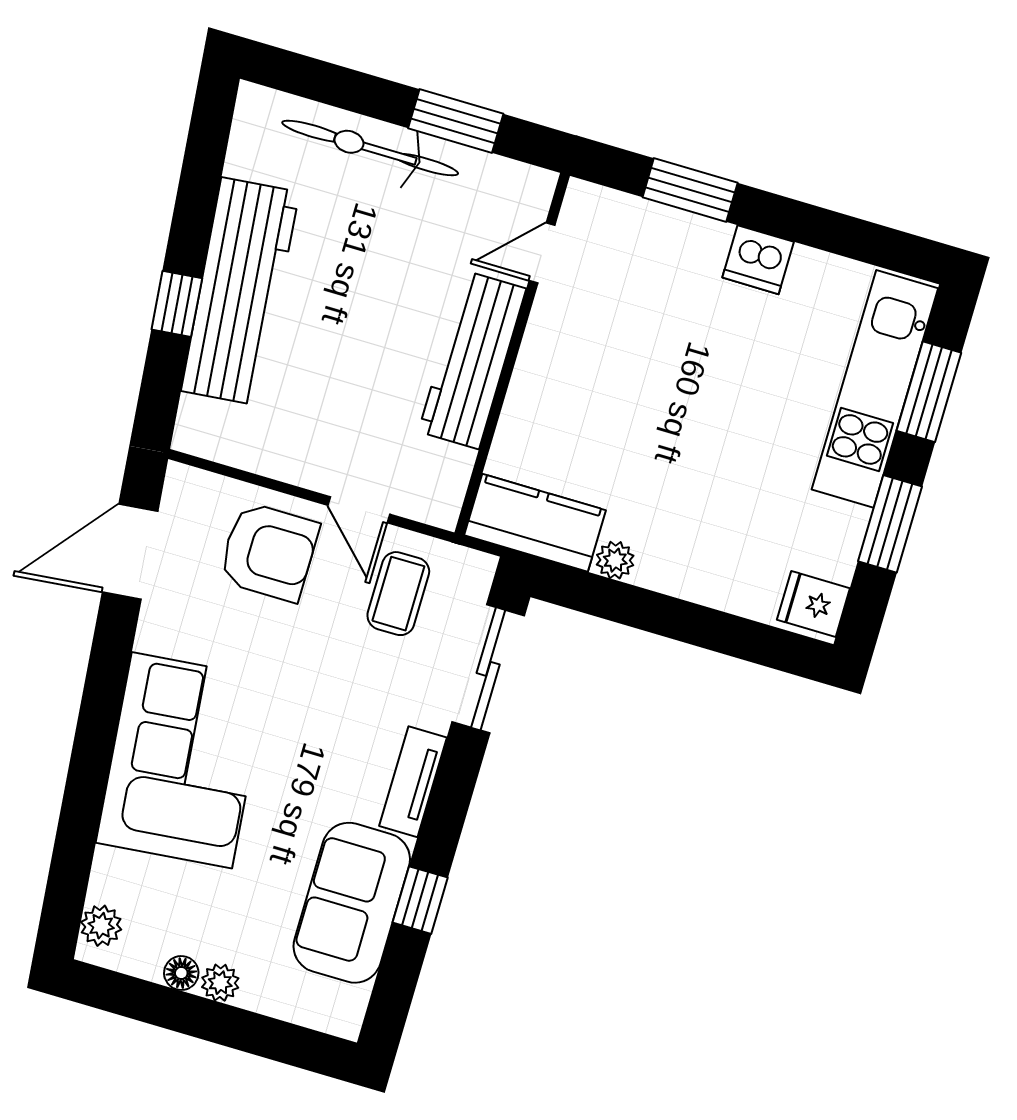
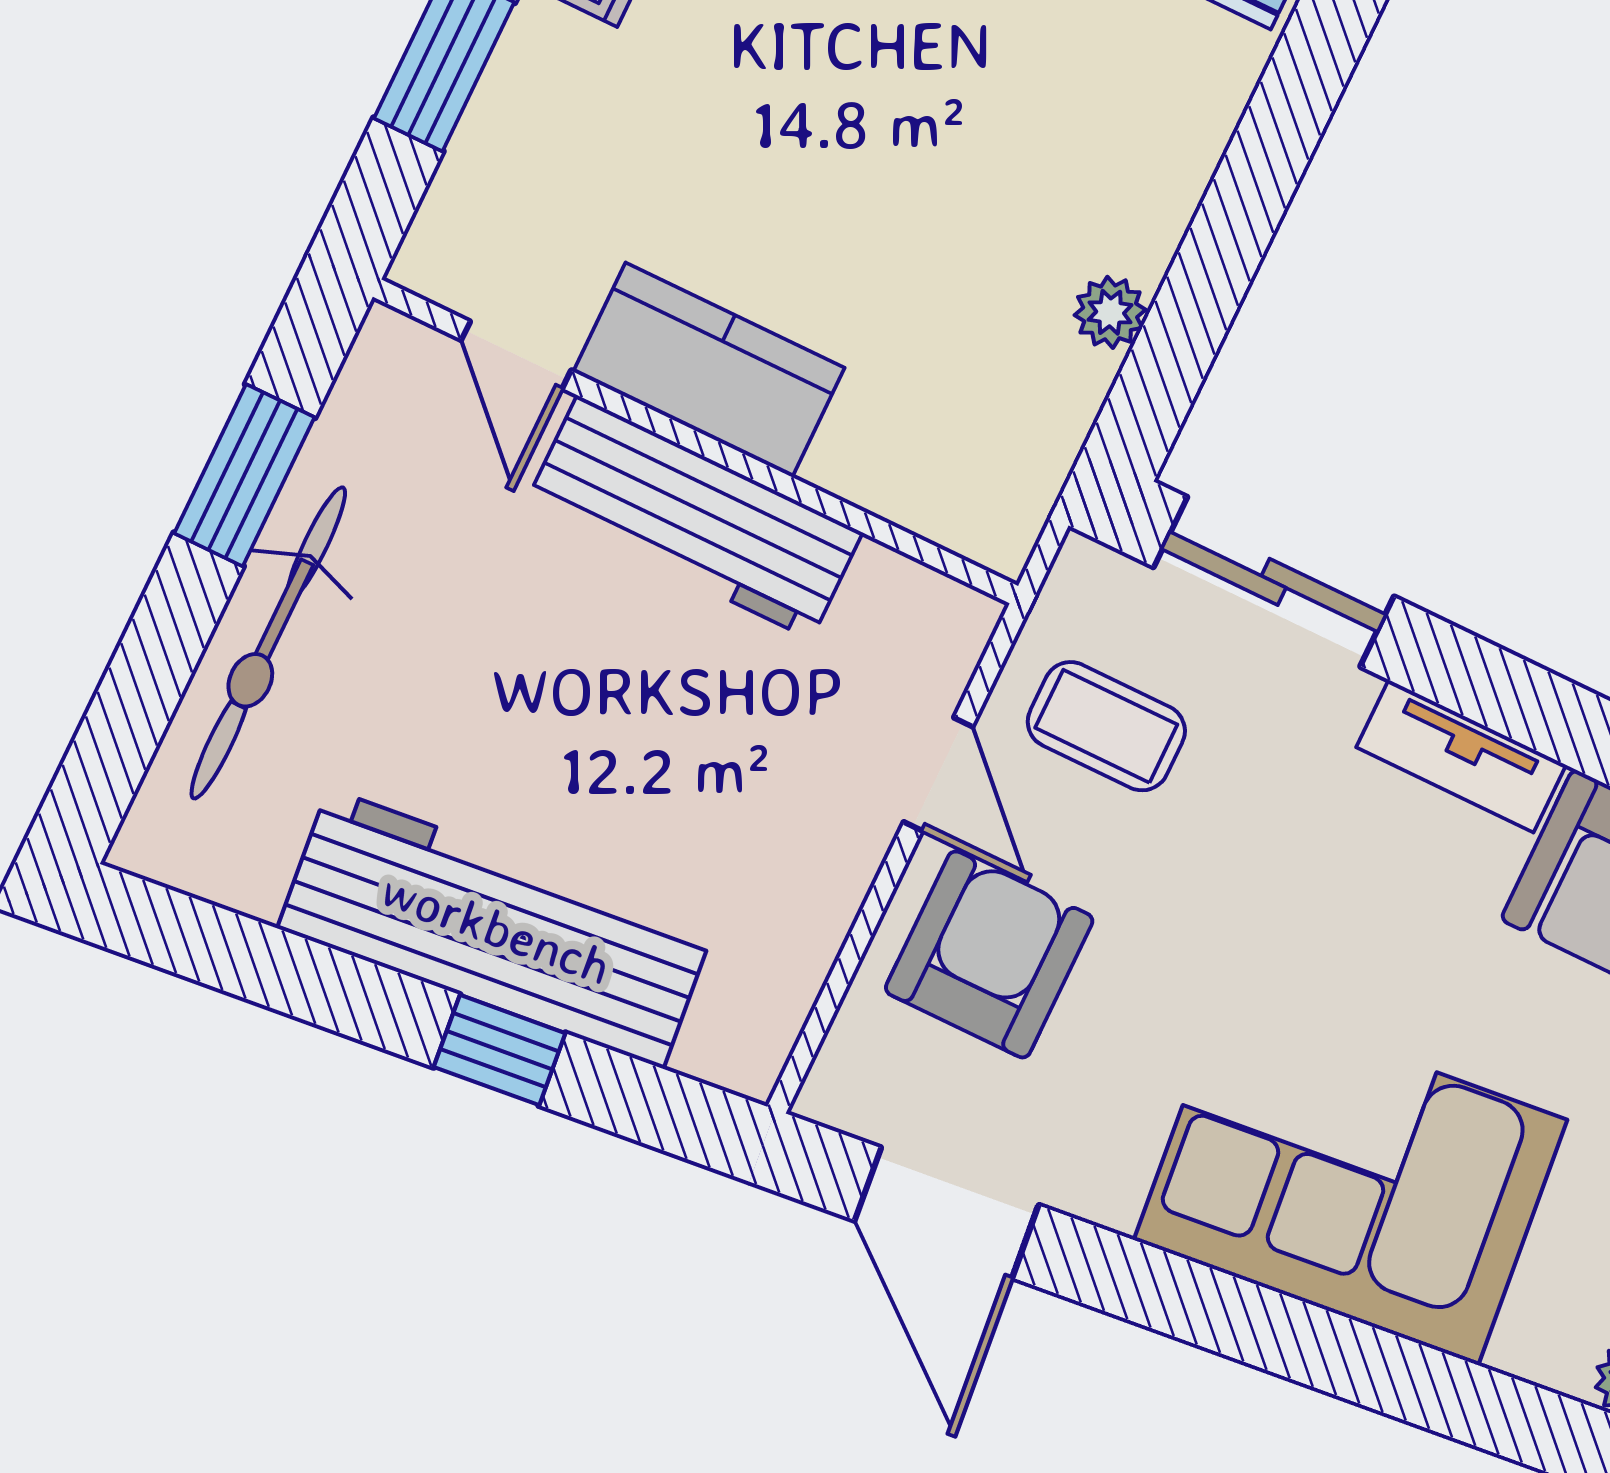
door: (359, 510) -> (938, 774), hinge flipped
kitchen counter: (535, 523) -> (709, 370), moved, turned 90

